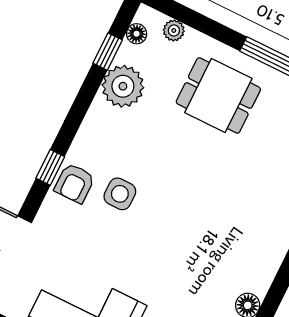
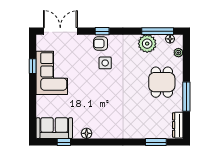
window: (108, 52) -> (158, 31), width x2.17

